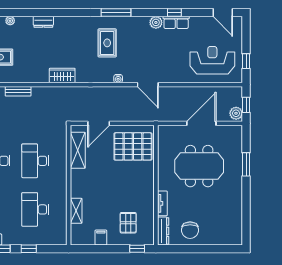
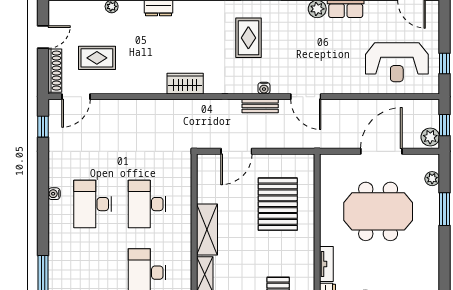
reception desk: (212, 60) -> (397, 62), turned 180
bench: (18, 91) -> (260, 106), moved
plant: (237, 143) -> (432, 179), added
pallet: (133, 146) -> (278, 204), moved, turned 90
shelving: (78, 150) -> (207, 230), moved

